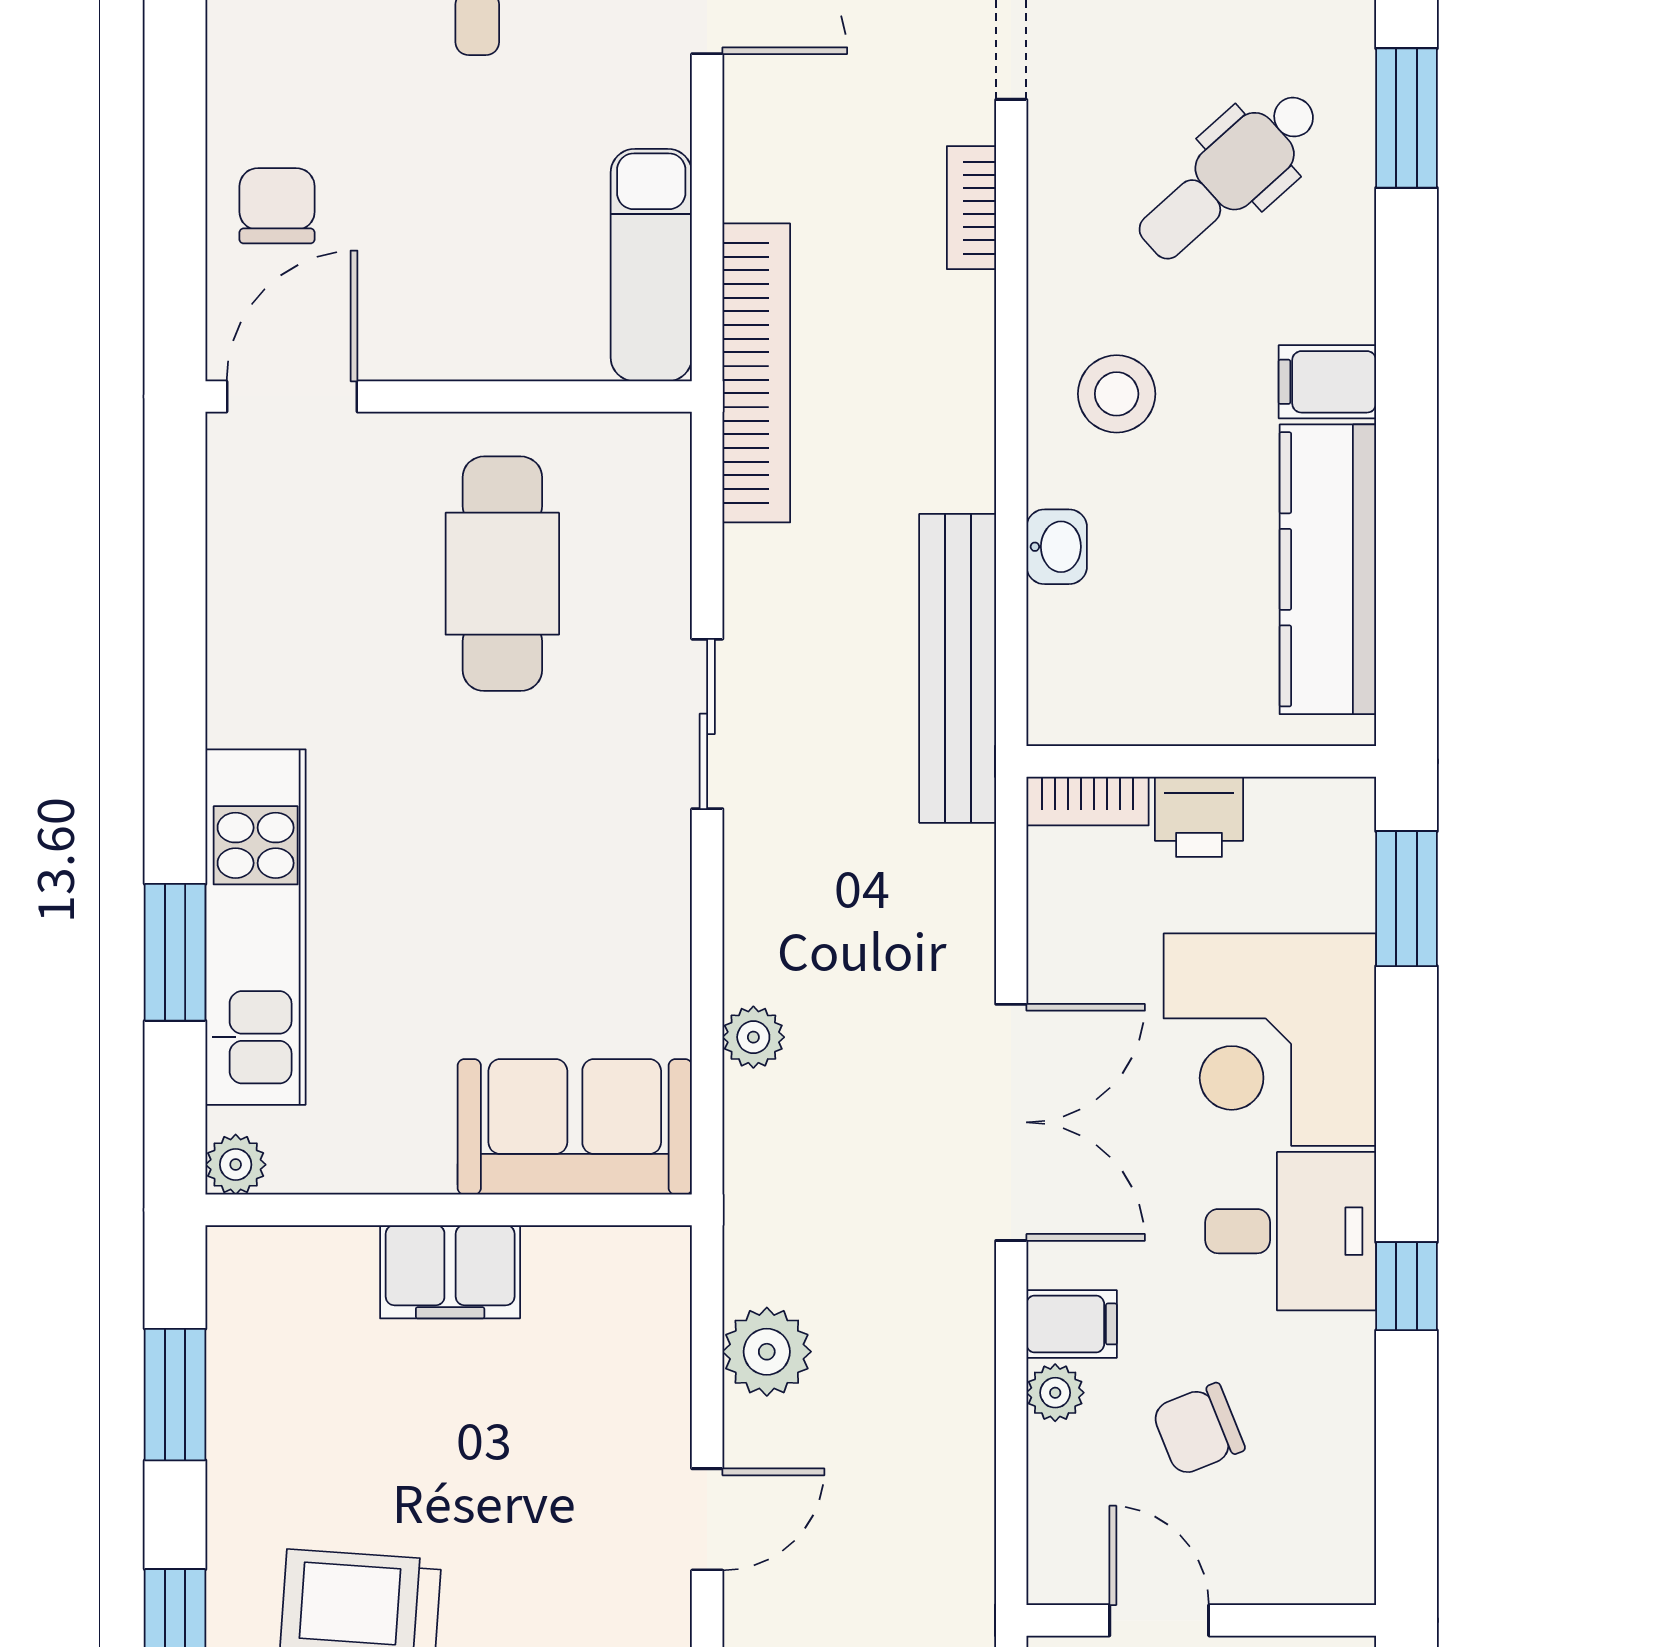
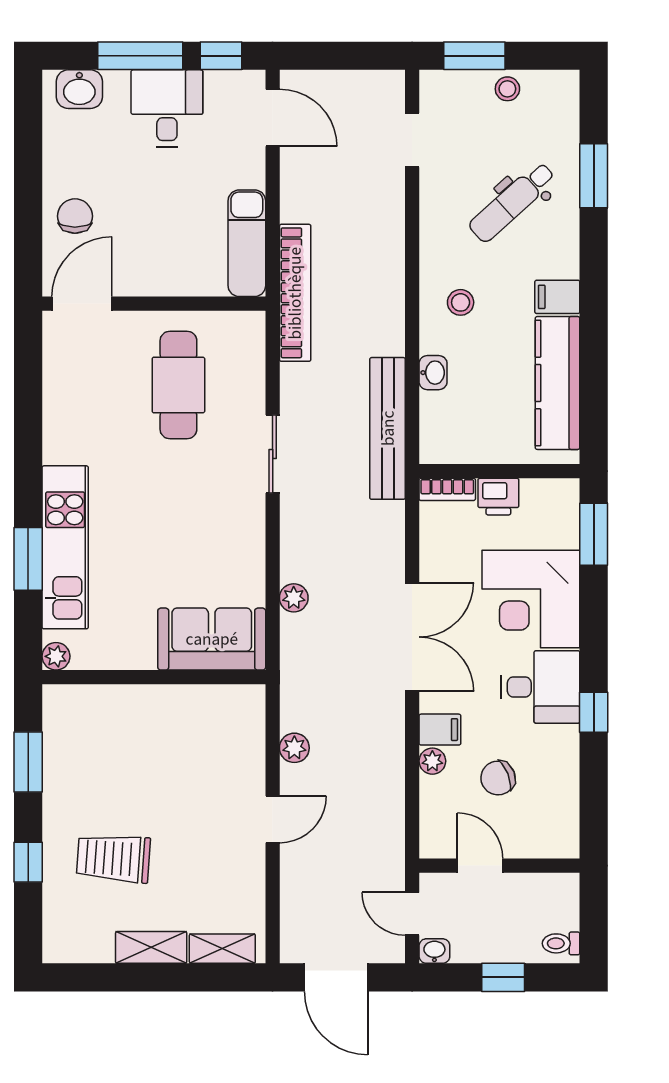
bookcase: (971, 208) -> (394, 217), removed
stool: (1117, 394) -> (461, 302), width x0.73, depth x0.73
filing cabinet: (450, 1272) -> (154, 706), removed
plant: (767, 1352) -> (294, 748), width x0.73, depth x0.73

